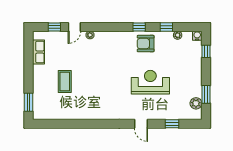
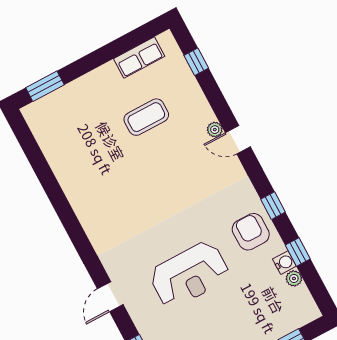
door: (74, 27) -> (238, 140), moved
water cooler: (197, 36) -> (284, 263), moved
coffee table: (65, 82) -> (146, 117), moved
reception desk: (150, 82) -> (189, 275), turned 90

